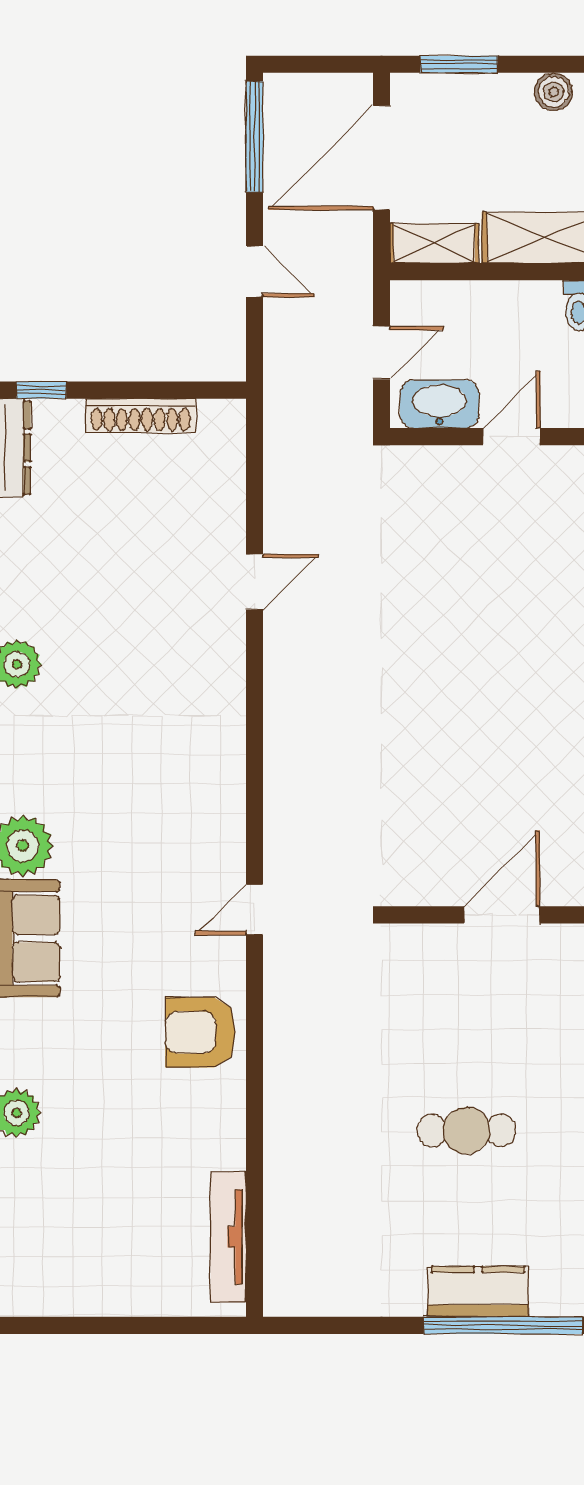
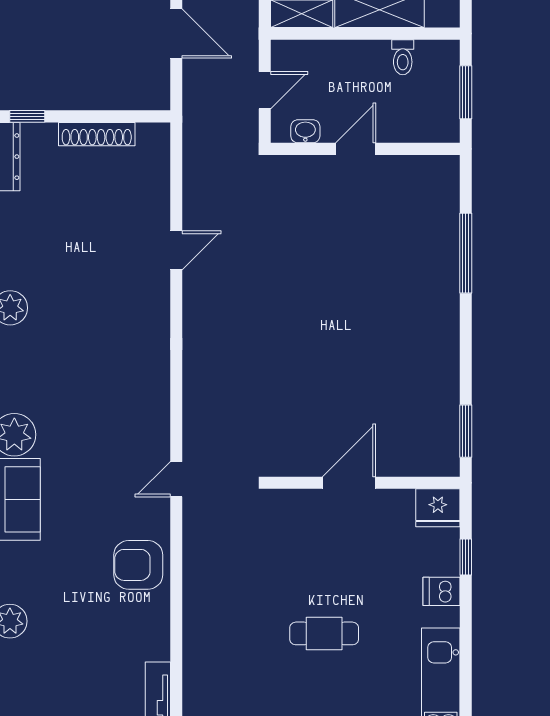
door: (255, 272) -> (176, 34), width x1.37
washbasin: (439, 404) -> (305, 131), width x0.52, depth x0.69

